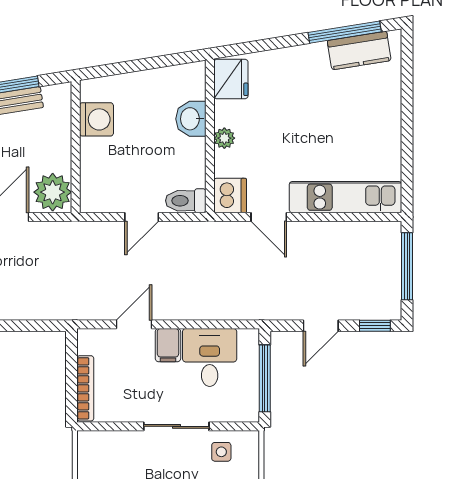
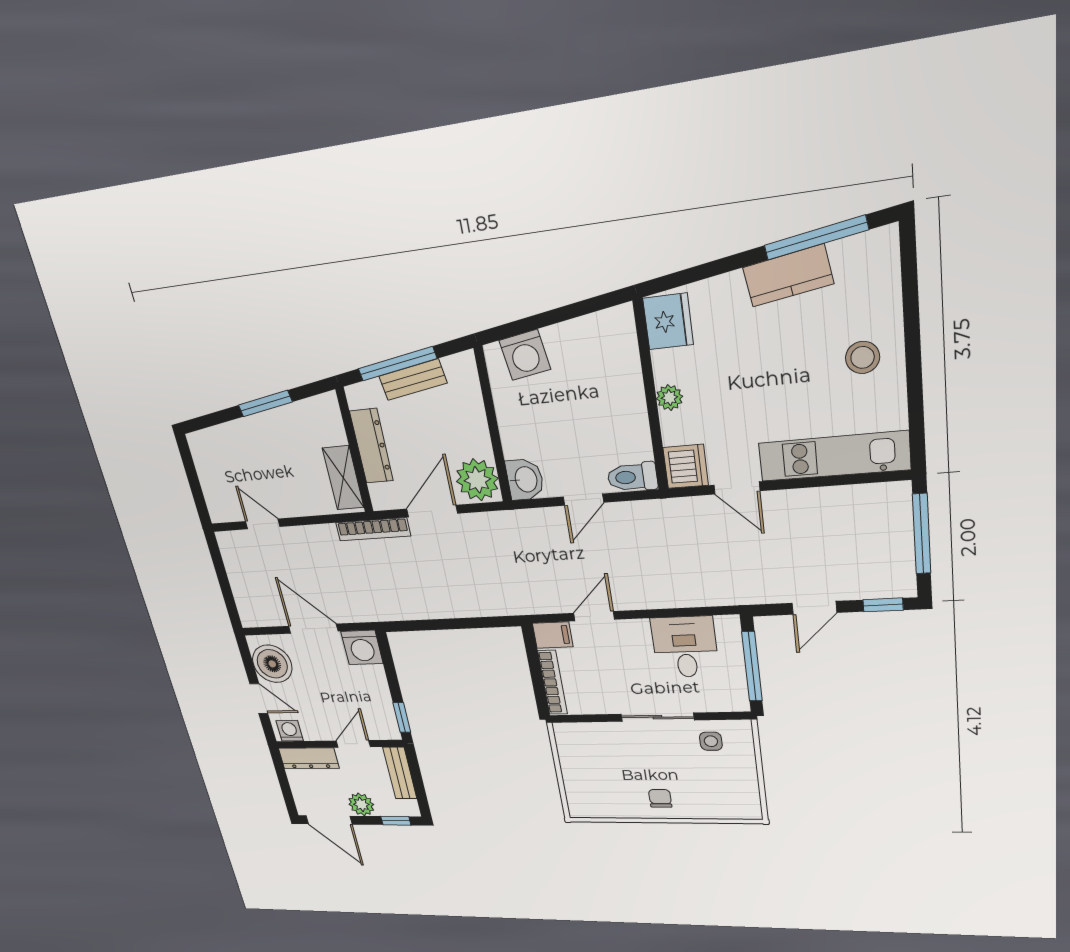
kitchen counter: (359, 50) -> (788, 276), moved
washing machine: (96, 119) -> (525, 355), moved, turned 81
washbasin: (191, 119) -> (525, 479), moved, turned 180
stool: (371, 123) -> (863, 357), added
filing cabinet: (168, 345) -> (553, 635), moved, turned -90

